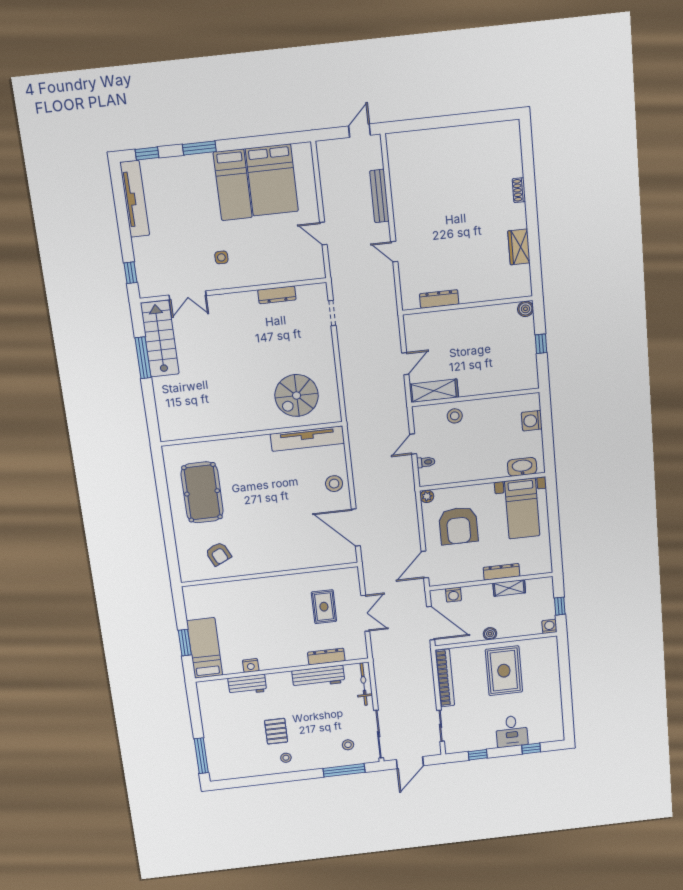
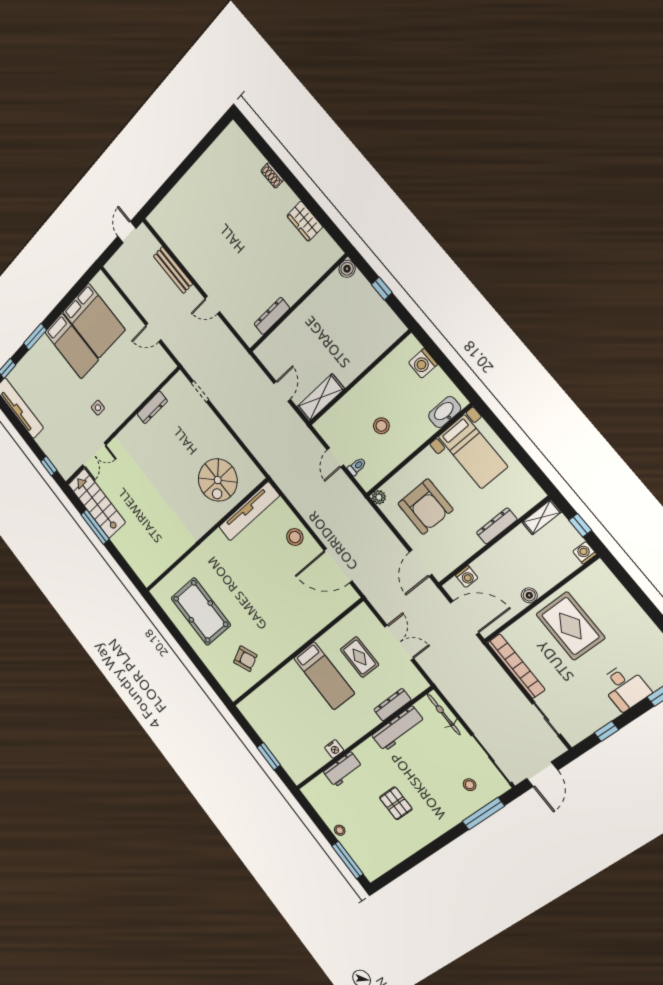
stool: (455, 416) -> (381, 426), moved
shelving: (509, 588) -> (542, 517), moved
bed: (205, 648) -> (324, 676), moved, turned 180
stool: (286, 758) -> (340, 830), moved

